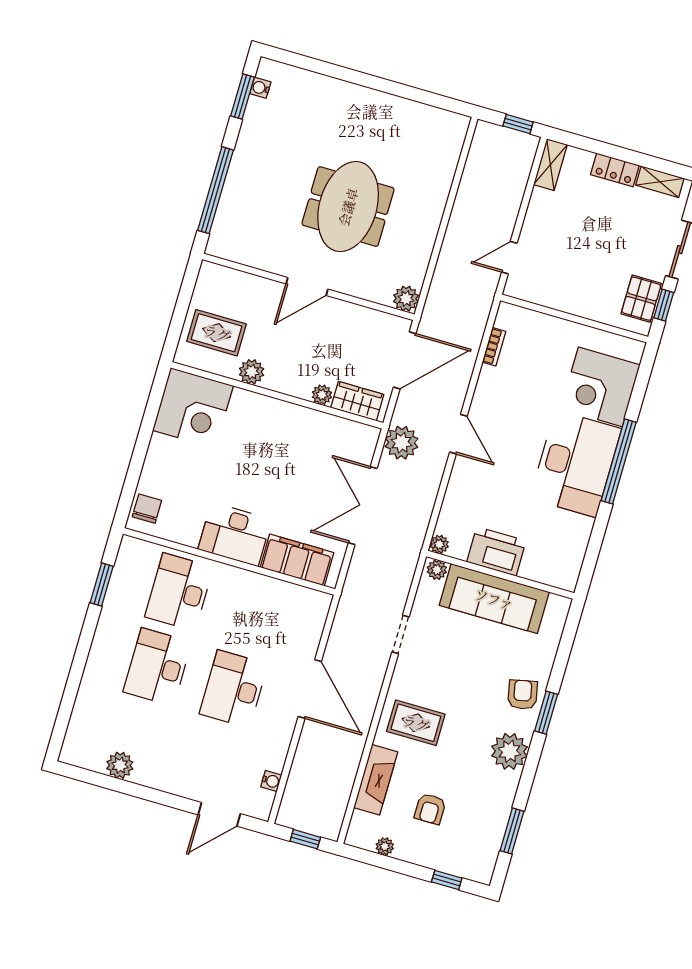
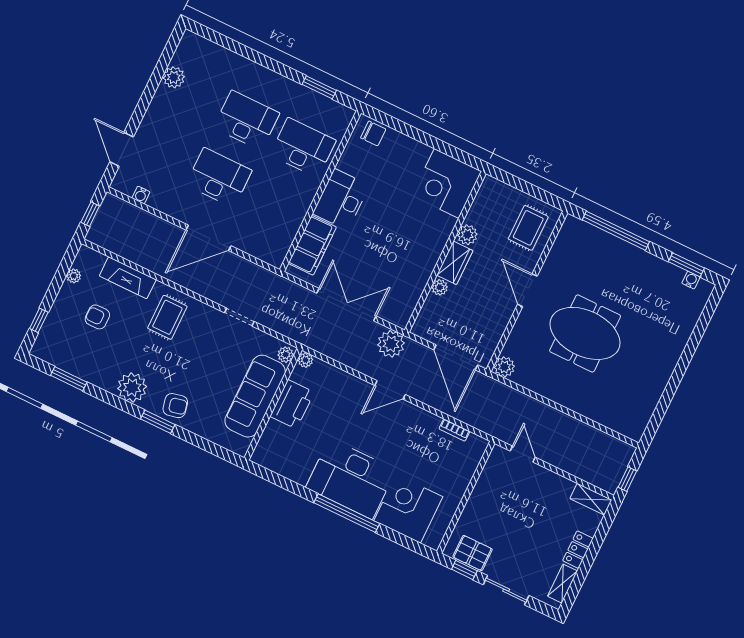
rug: (217, 333) -> (528, 228), moved
wardrobe: (357, 401) -> (455, 263), moved

